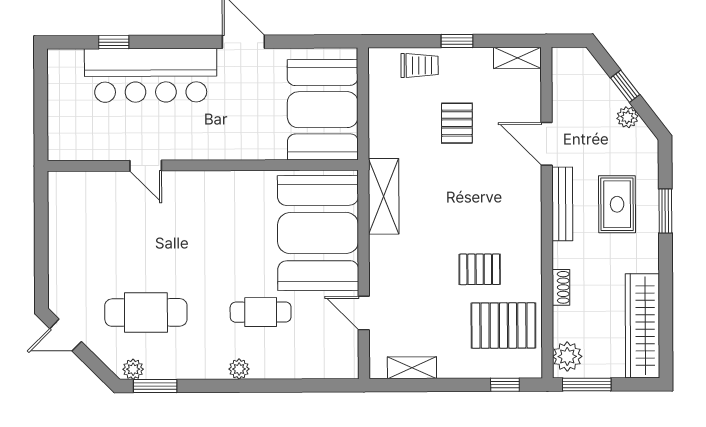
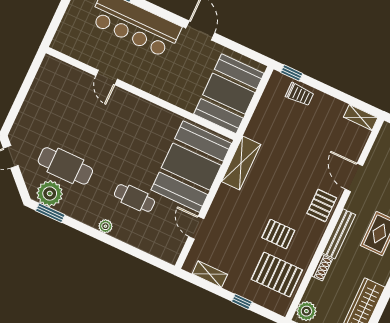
window: (457, 41) -> (292, 73), moved
pallet: (457, 123) -> (322, 206), moved
bench: (562, 204) -> (339, 234), moved
plant: (133, 369) -> (50, 193), width x1.87, depth x1.87
window: (505, 385) -> (242, 302), moved

